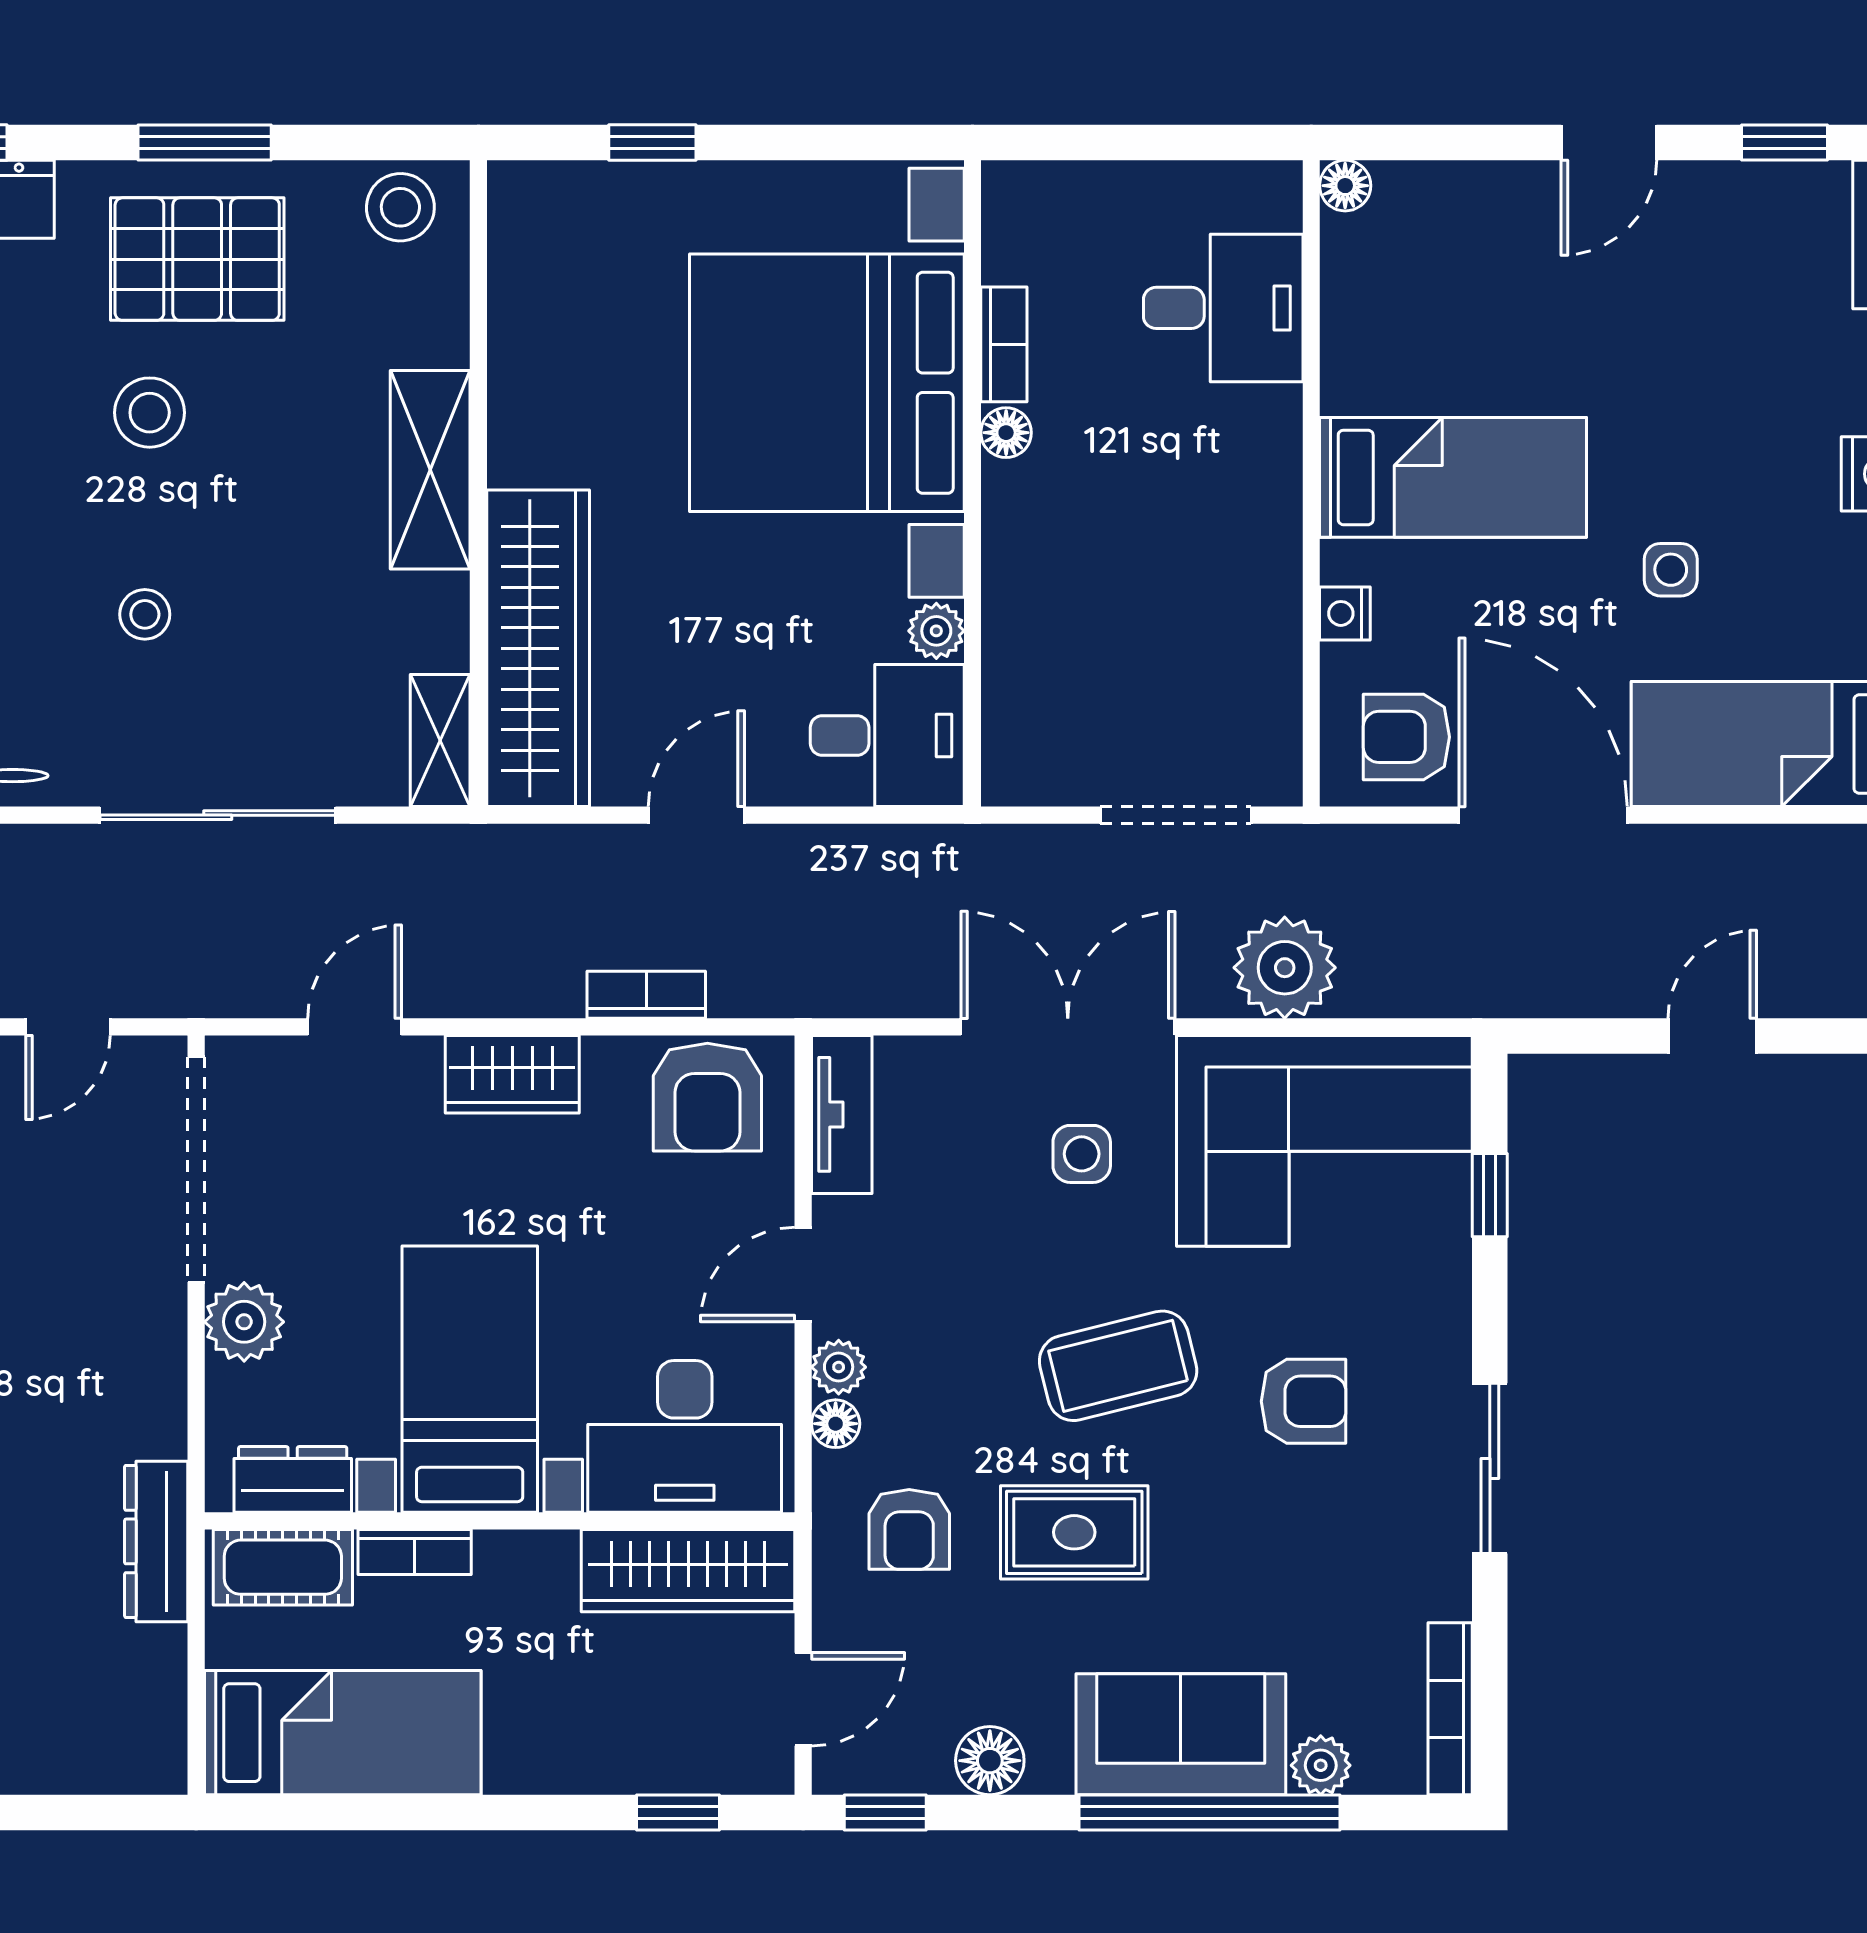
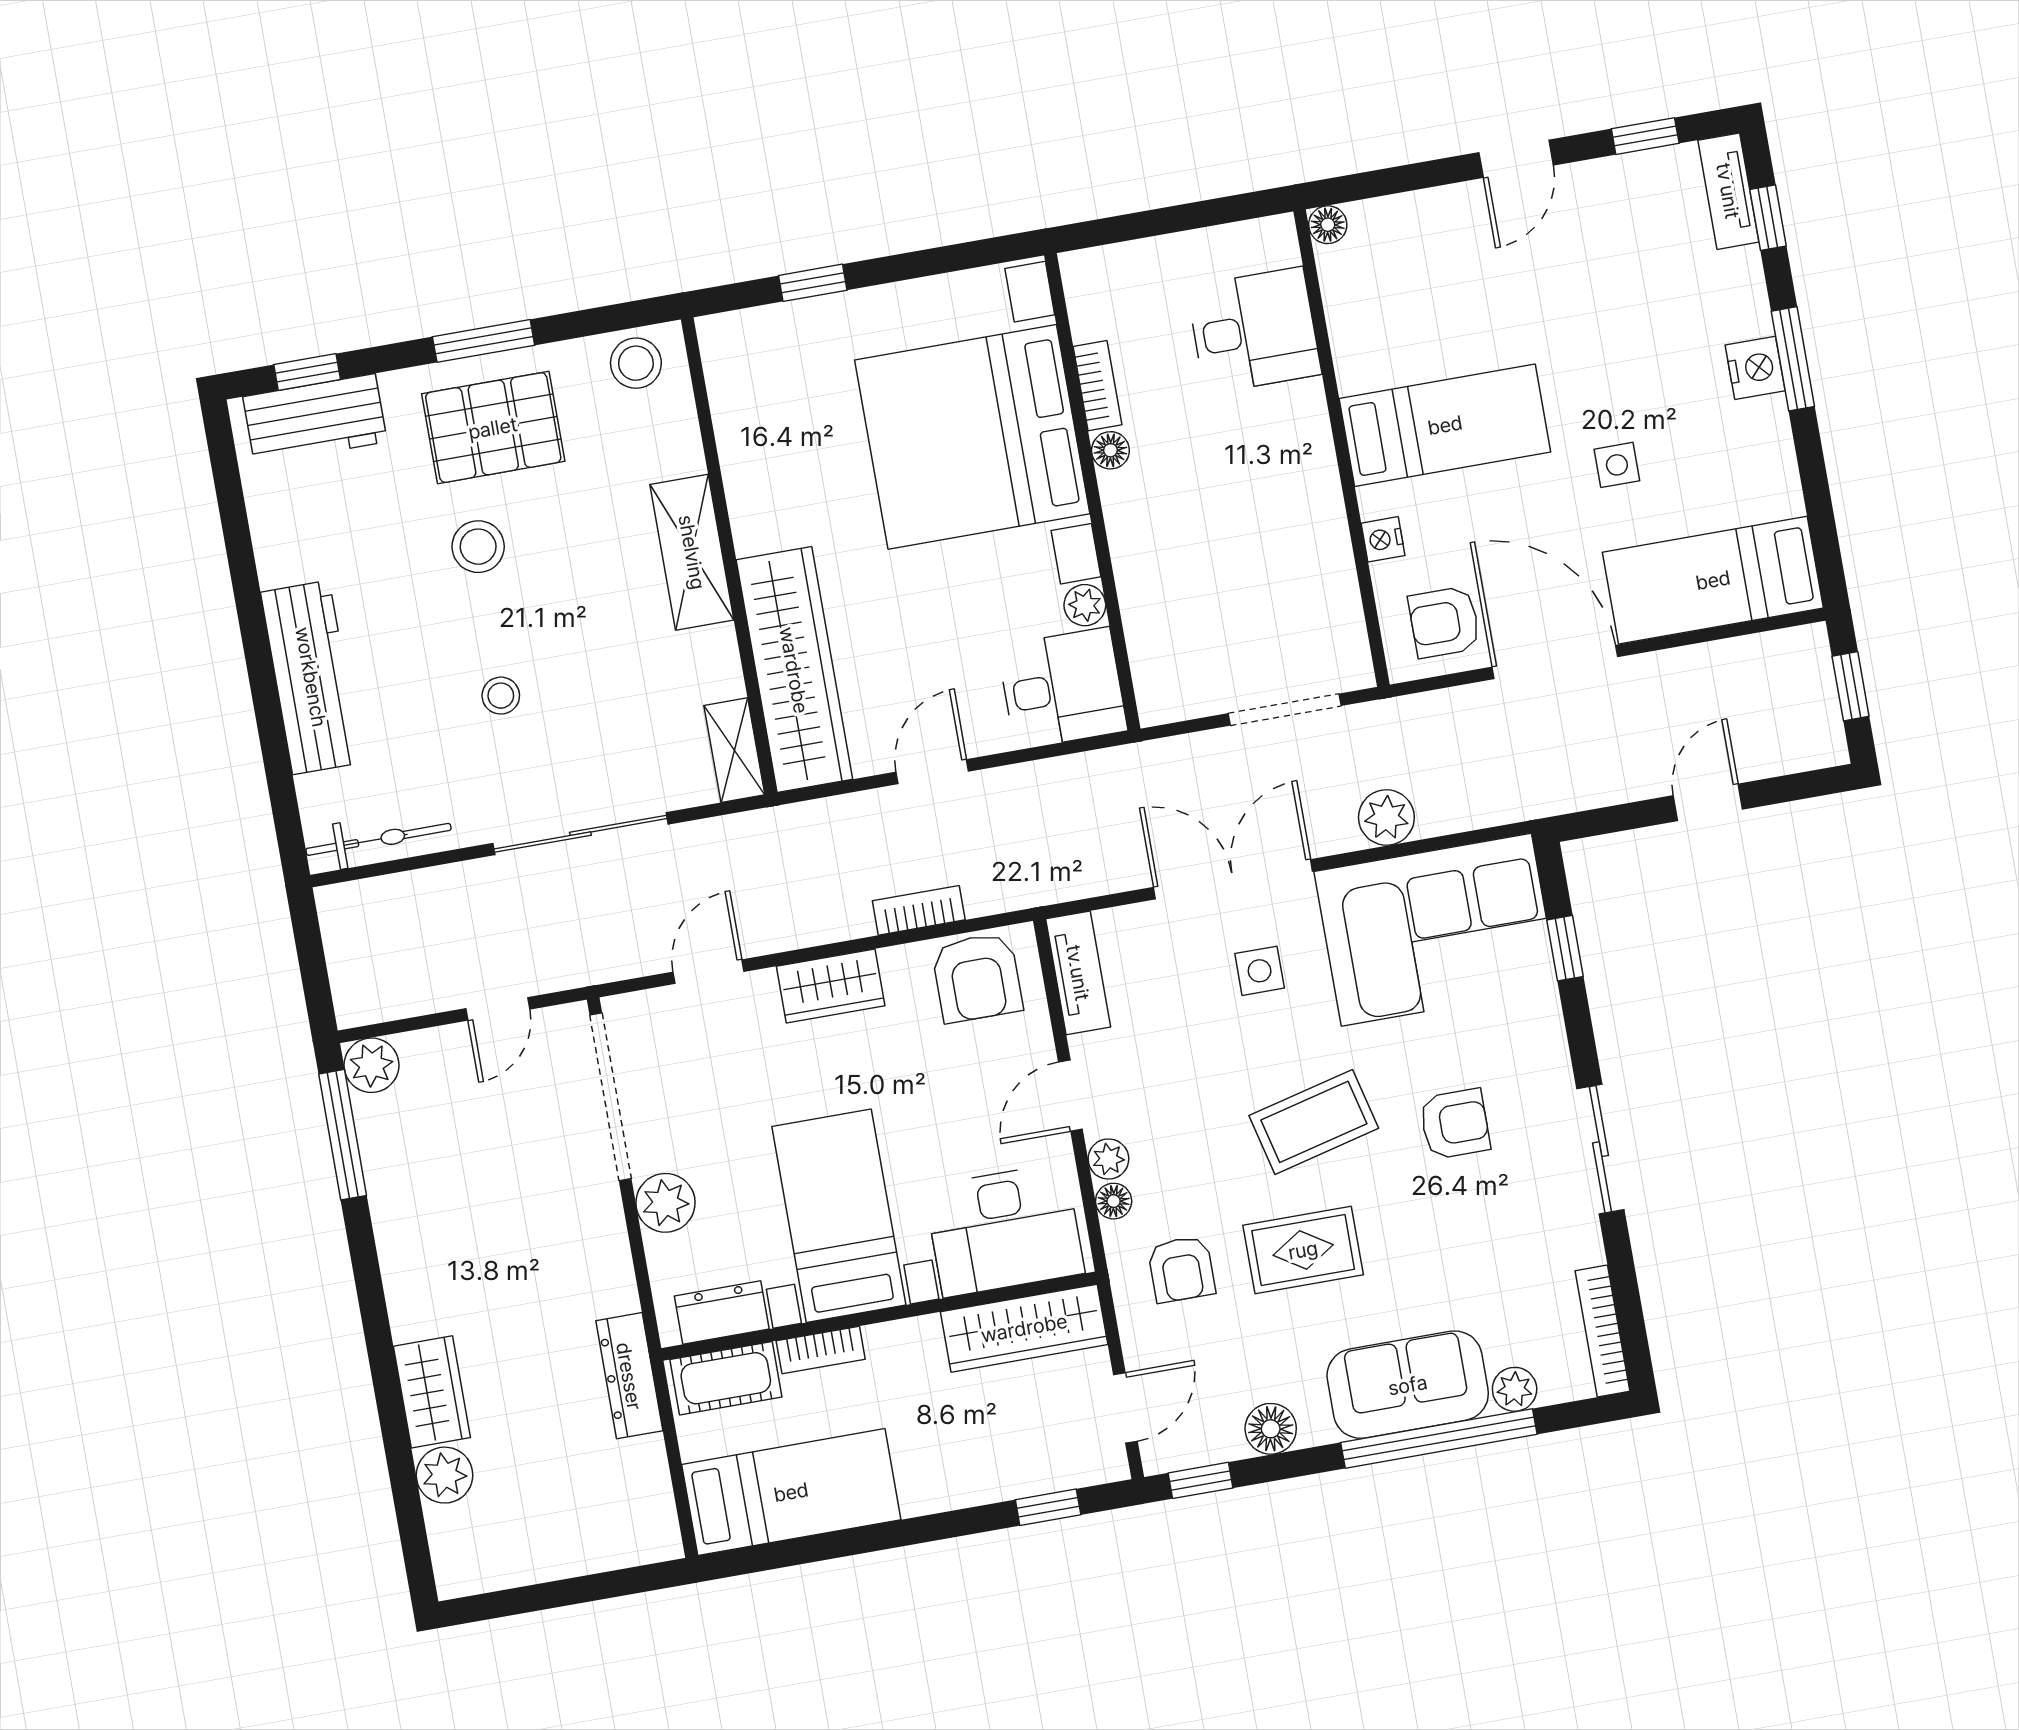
plant: (1285, 968) -> (1386, 818), width x0.73, depth x0.73

